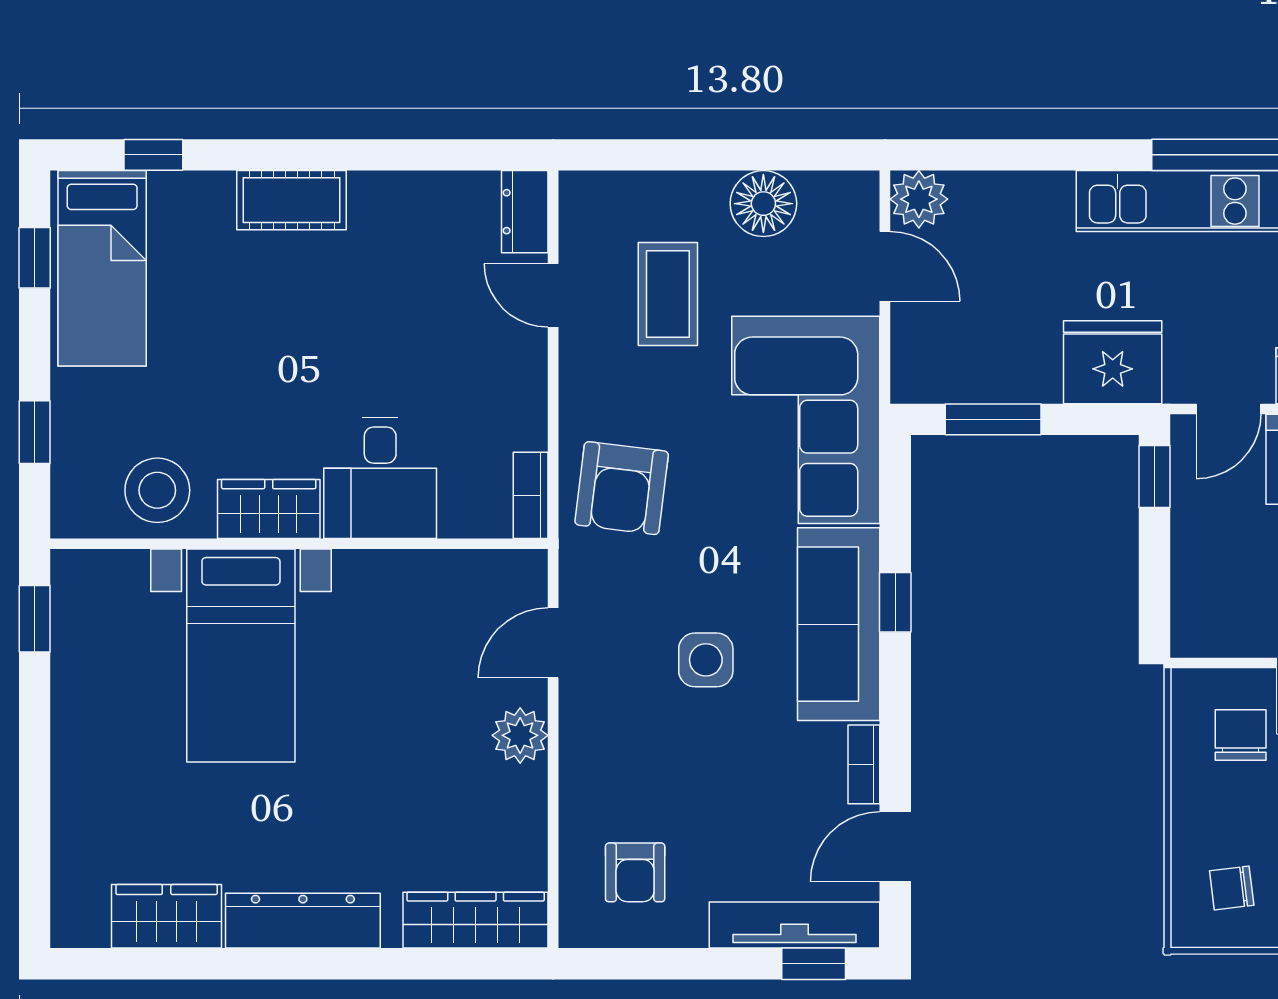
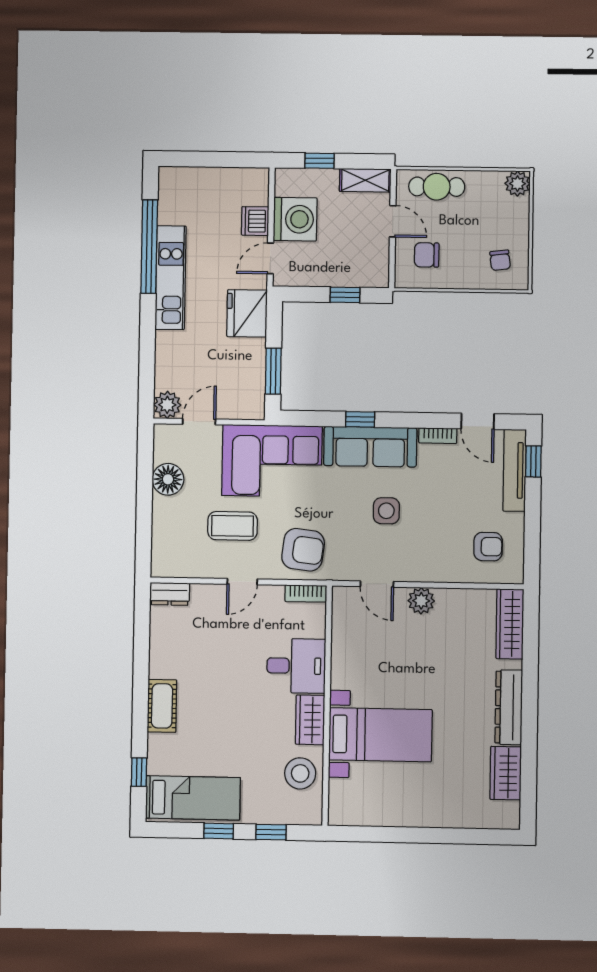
window: (35, 258) -> (219, 831), moved
coffee table: (668, 294) -> (233, 526), moved
door: (553, 295) -> (242, 582), moved
door: (1228, 409) -> (270, 258), swing flipped
window: (1155, 477) -> (345, 295), moved
window: (35, 619) -> (361, 834), removed

